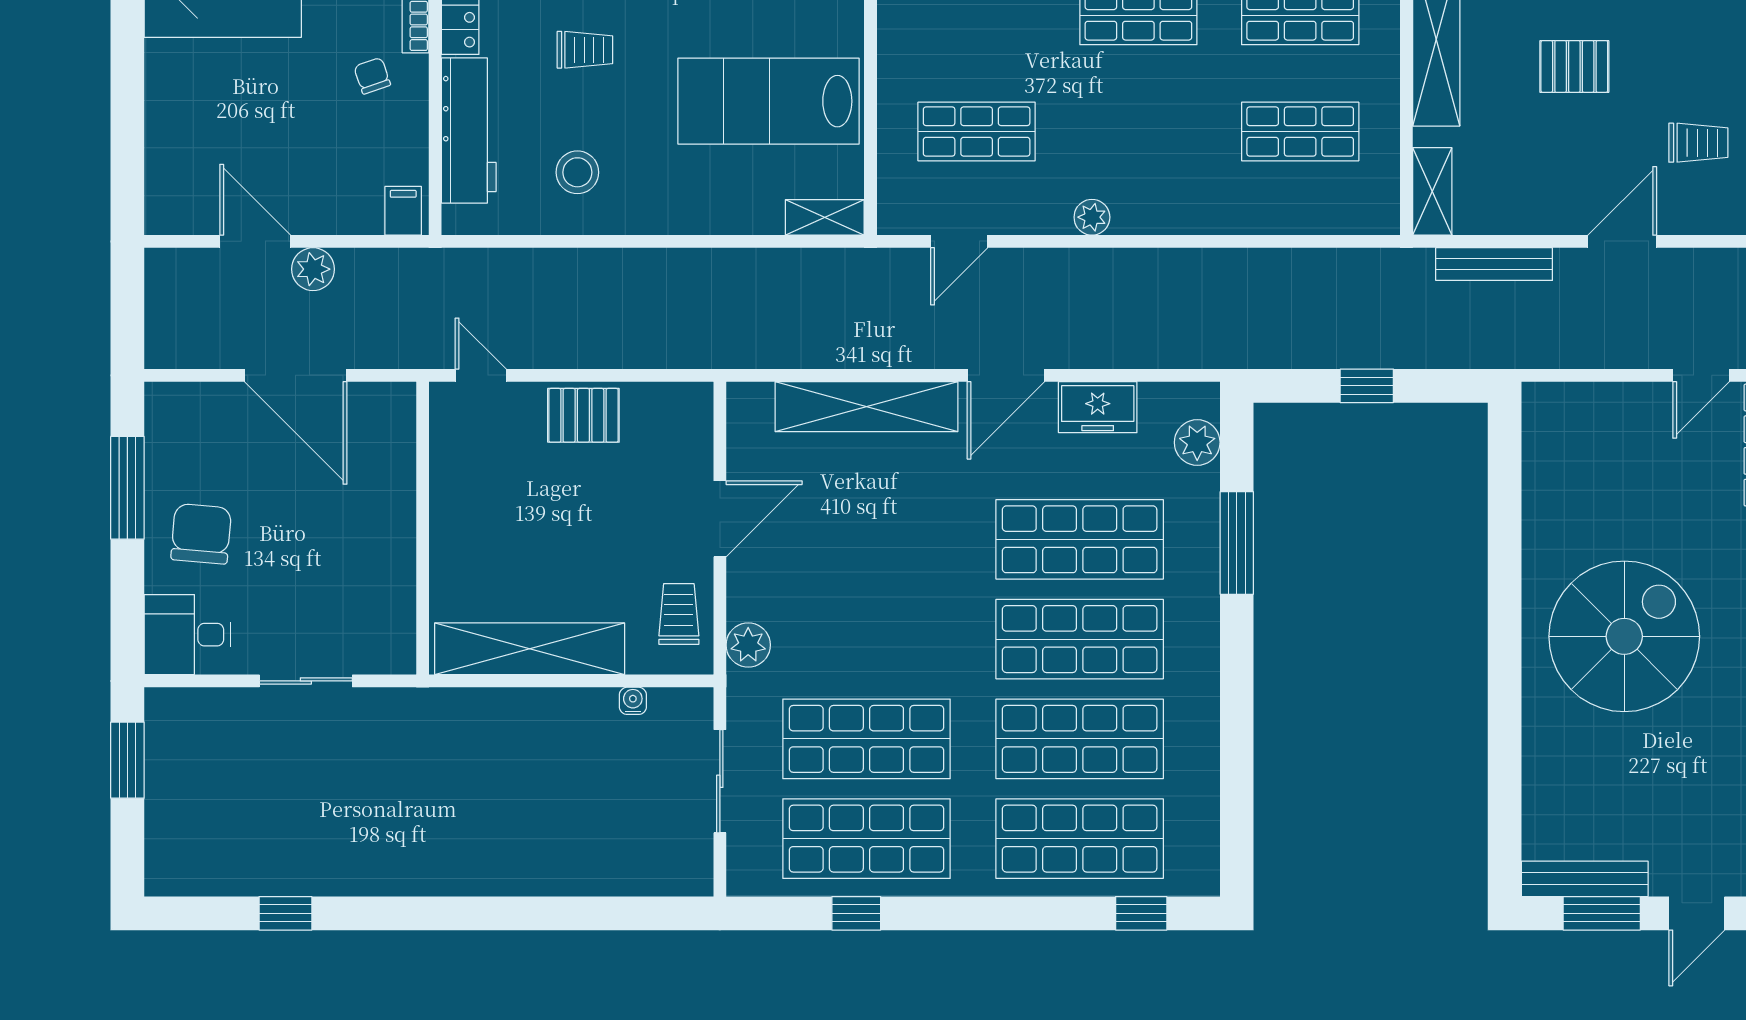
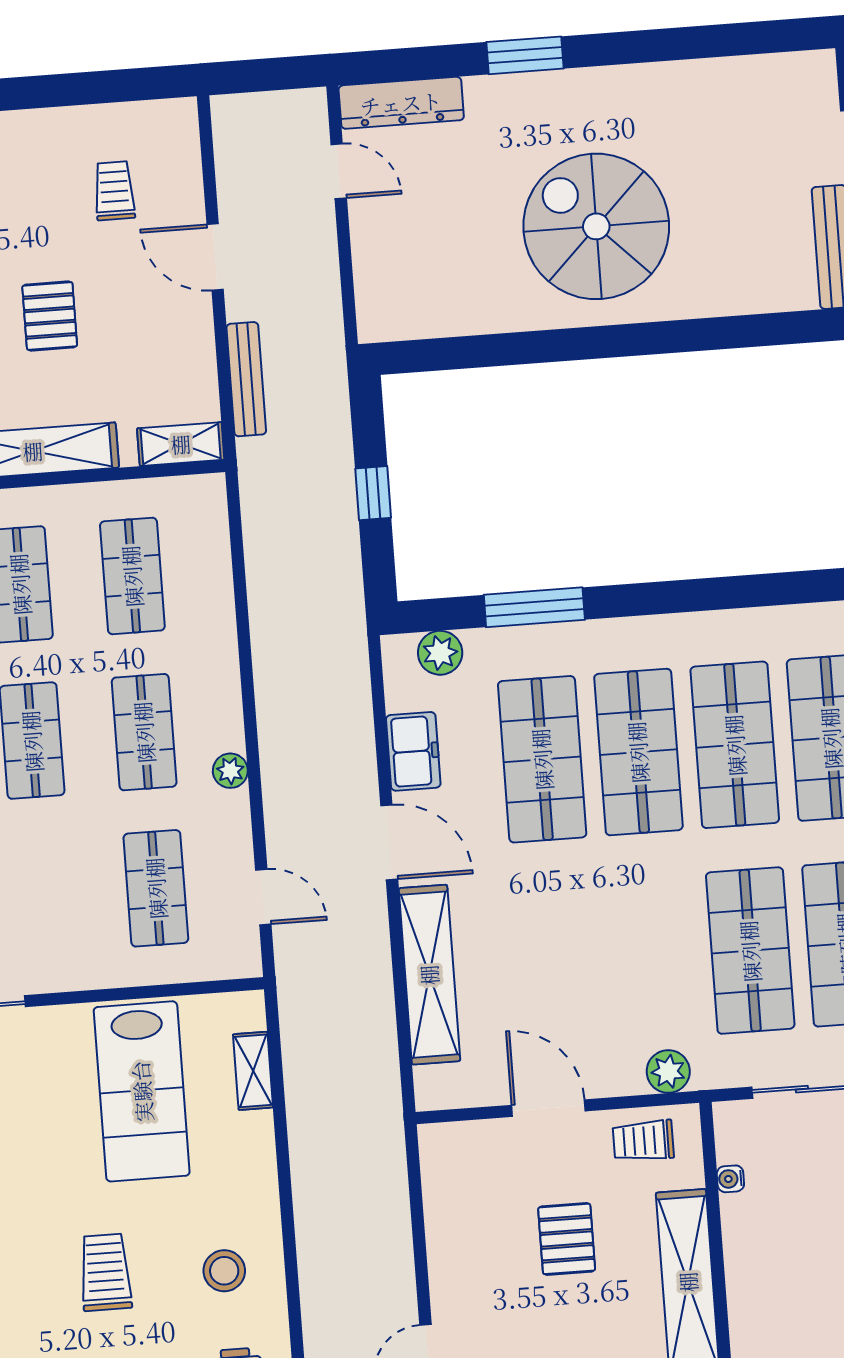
trolley: (585, 50) -> (105, 1272), width x1.36, depth x1.39
shop shelf: (1138, 131) -> (144, 732), added
shelving: (825, 217) -> (253, 1071), moved
pallet: (583, 415) -> (567, 1239), moved

